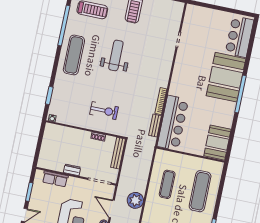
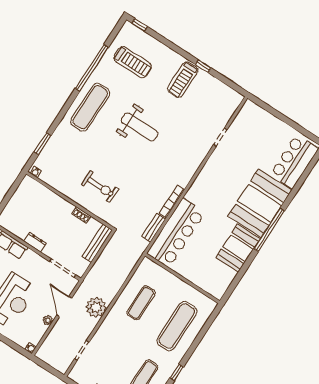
weight bench: (116, 55) -> (140, 127), turned 90
booth: (217, 143) -> (238, 248), moved

